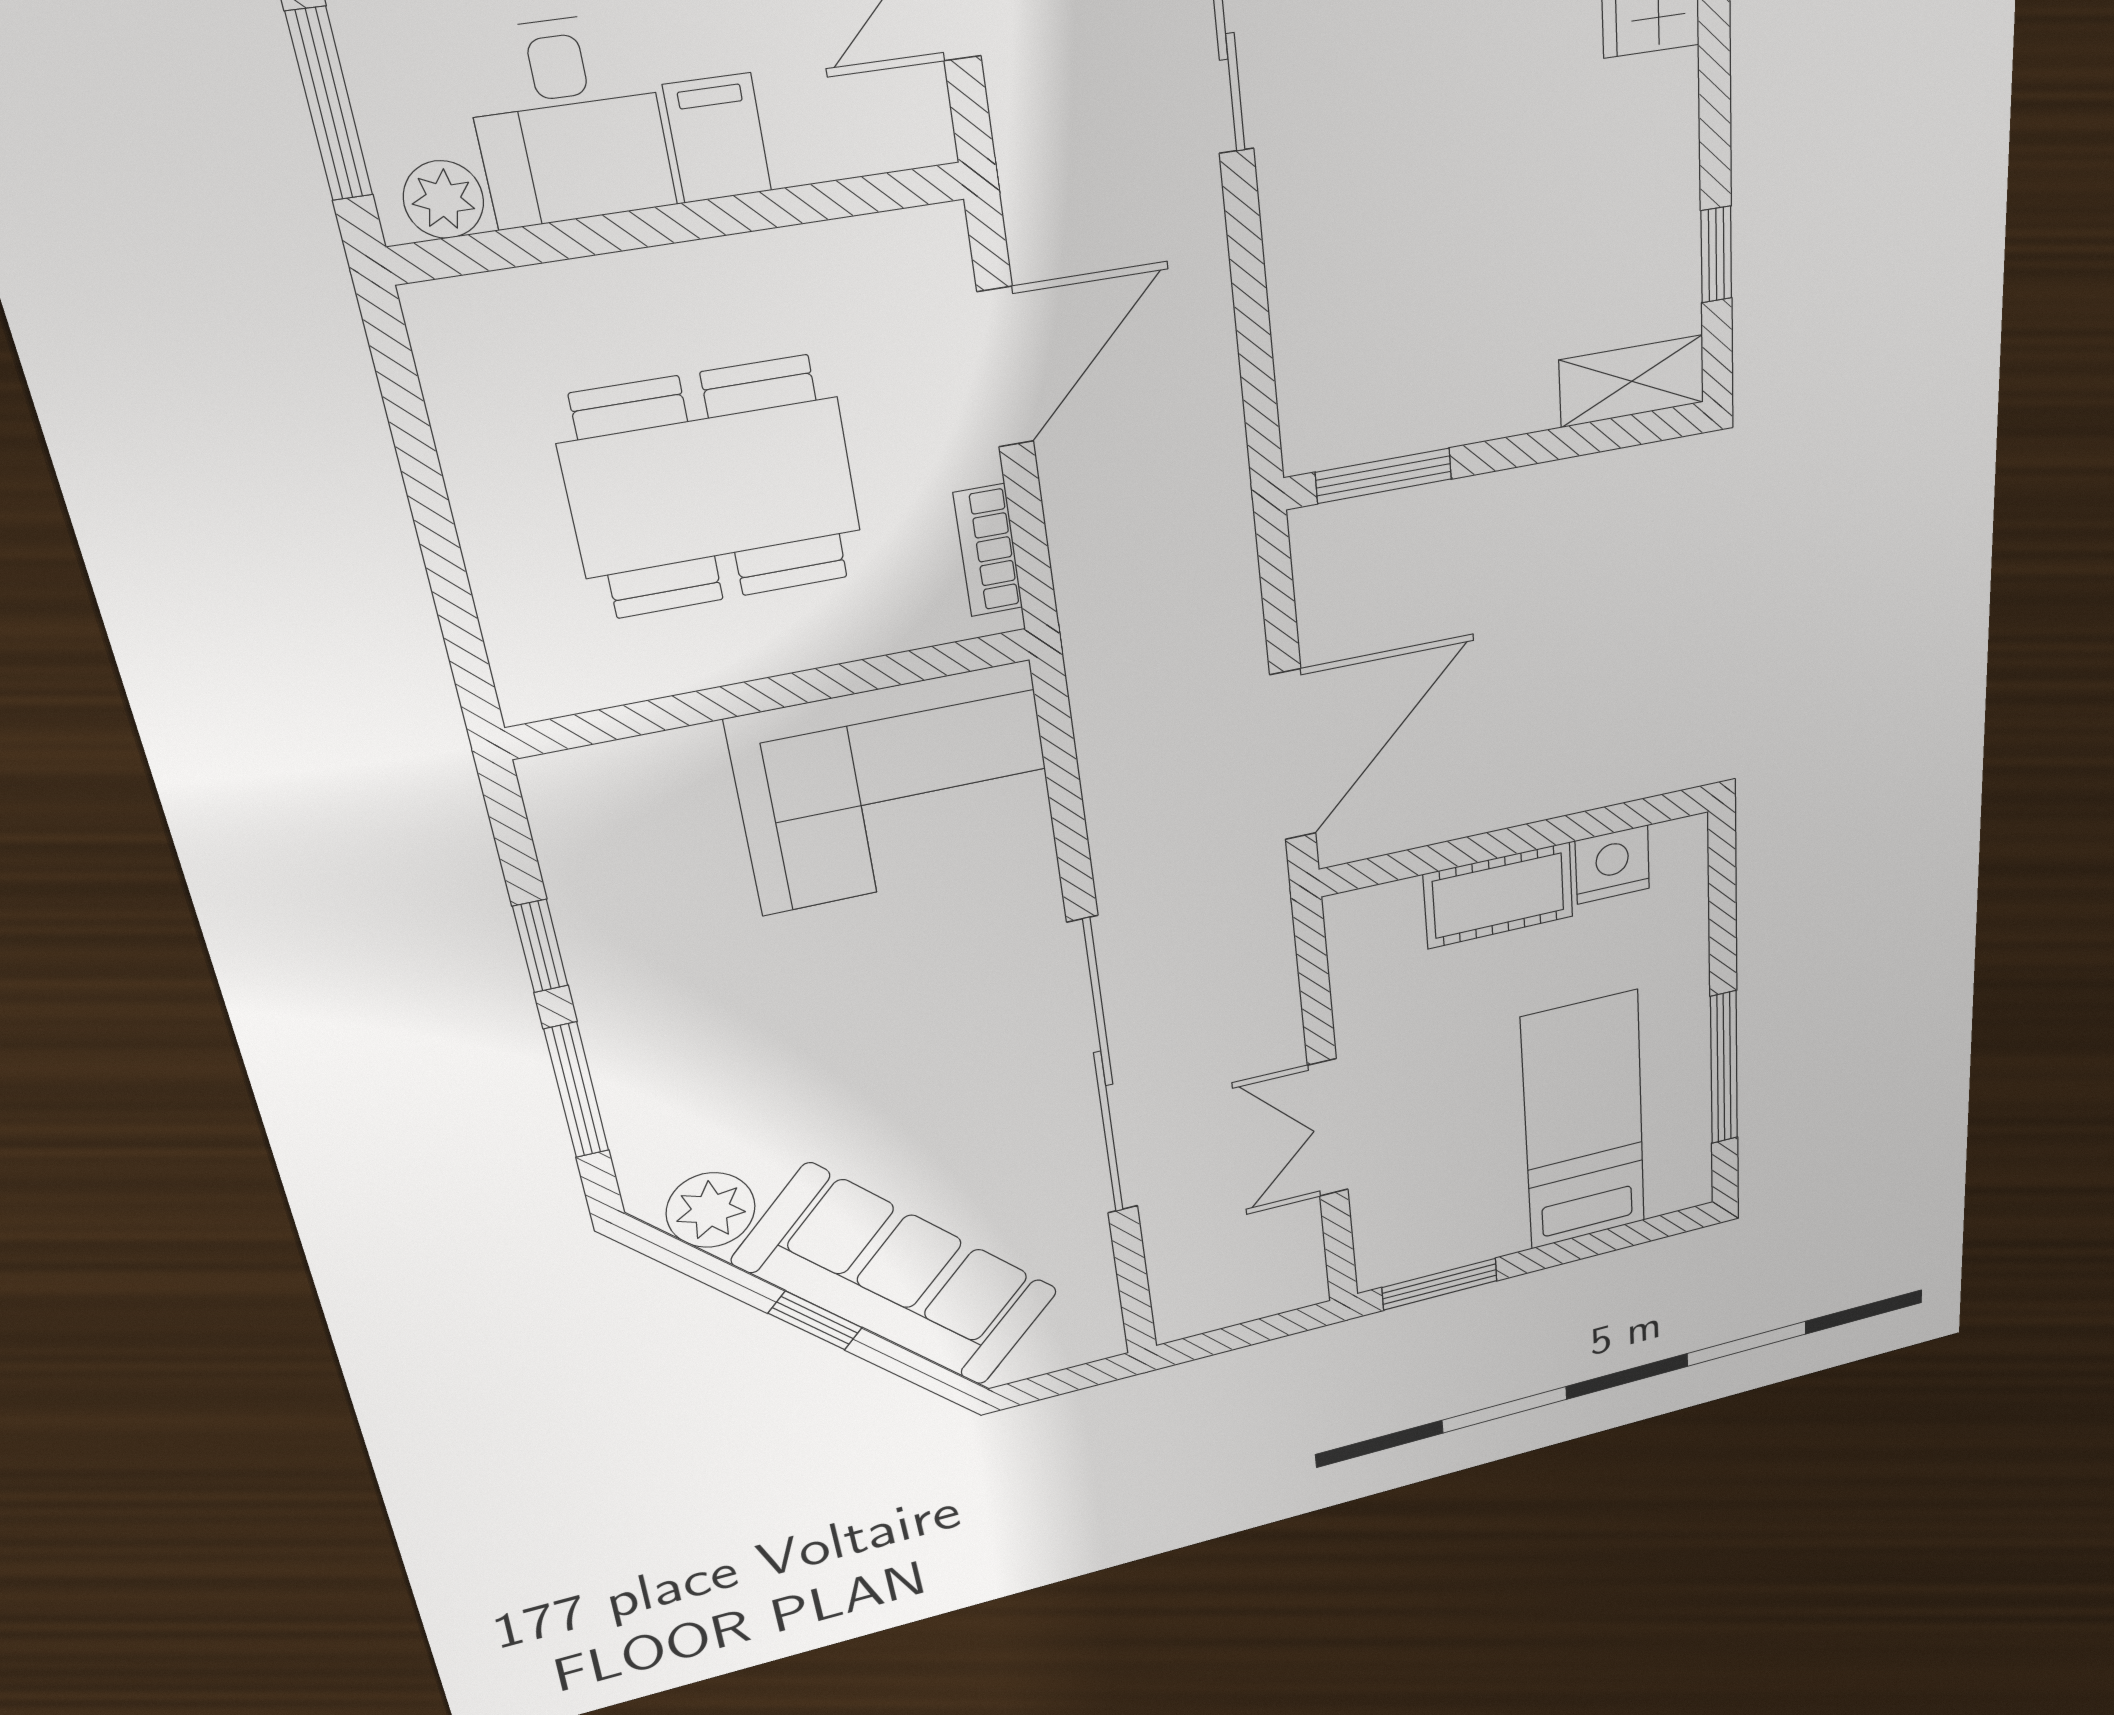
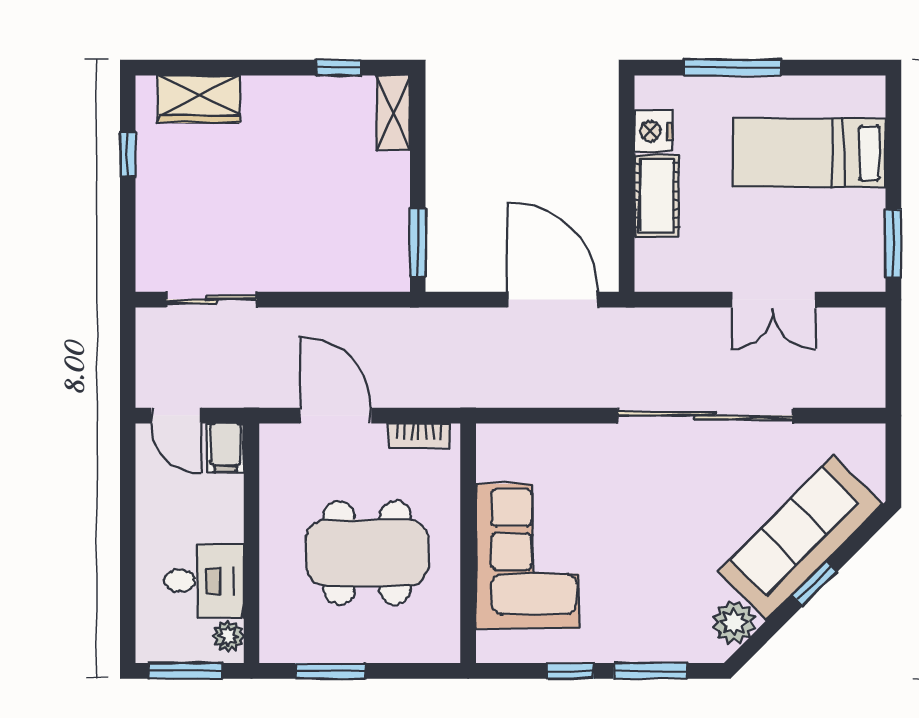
filing cabinet: (717, 138) -> (225, 448), moved, turned -90
window: (417, 454) -> (331, 671), added
dining table: (711, 488) -> (367, 553), turned 90
corner sofa: (895, 788) -> (527, 556), moved
window: (1724, 1068) -> (732, 68), moved

